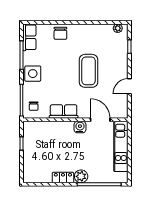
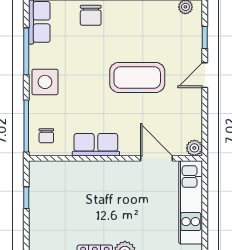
coffee table: (89, 71) -> (137, 77), turned 90
door: (129, 86) -> (205, 75), moved
plant: (123, 113) -> (194, 148), added
water cooler: (80, 127) -> (123, 170), removed

